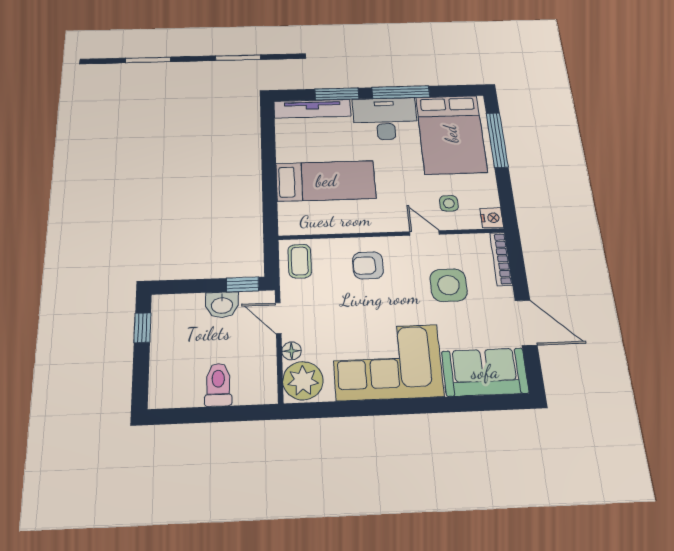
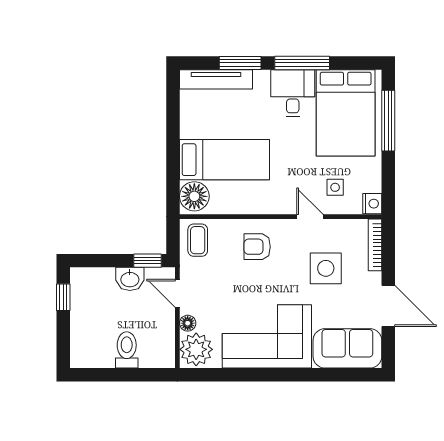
desk: (385, 119) -> (293, 93), width x0.73
floor lamp: (294, 217) -> (194, 196), added

